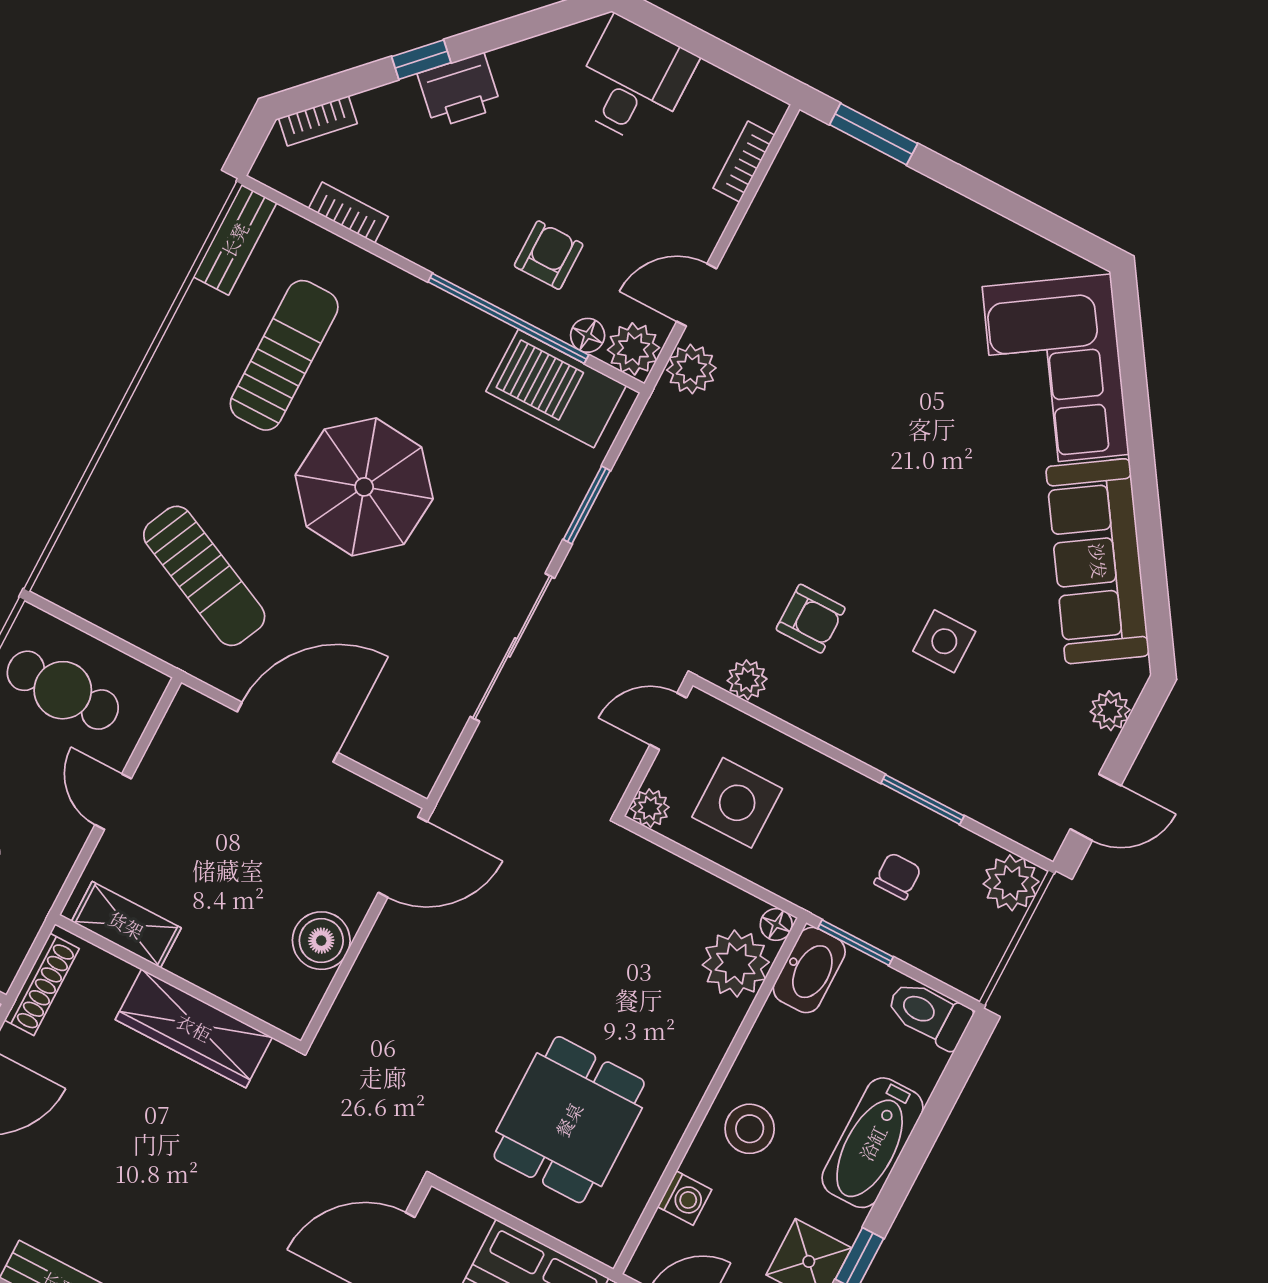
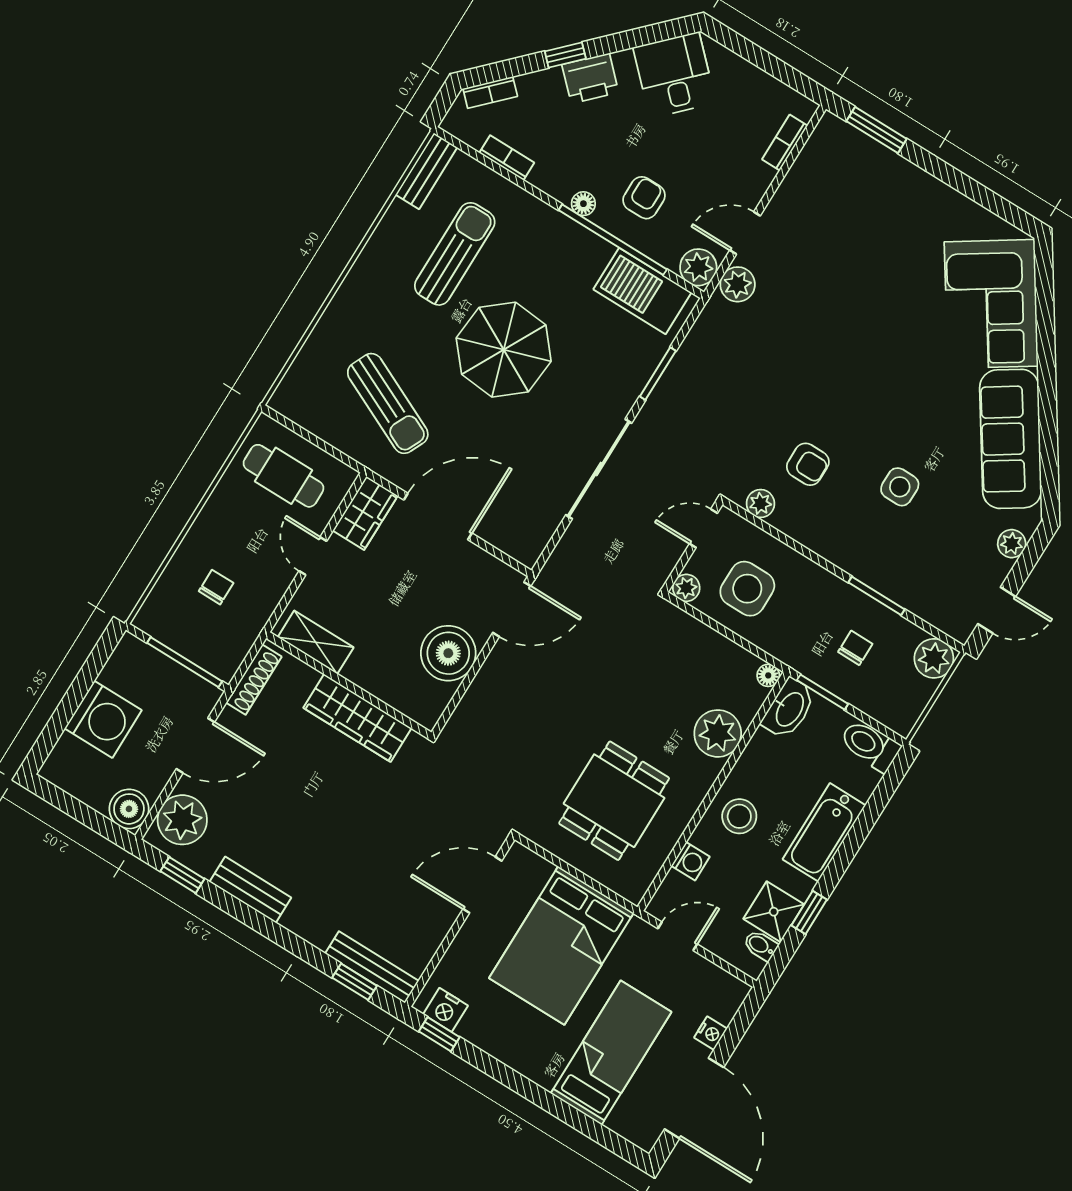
desk: (633, 81) -> (674, 75), moved, turned -45
floor lamp: (588, 335) -> (583, 204), moved
wardrobe: (184, 735) -> (365, 513), added
boiler: (321, 941) -> (448, 653), width x1.37, depth x1.37
plant: (736, 964) -> (718, 733), moved

